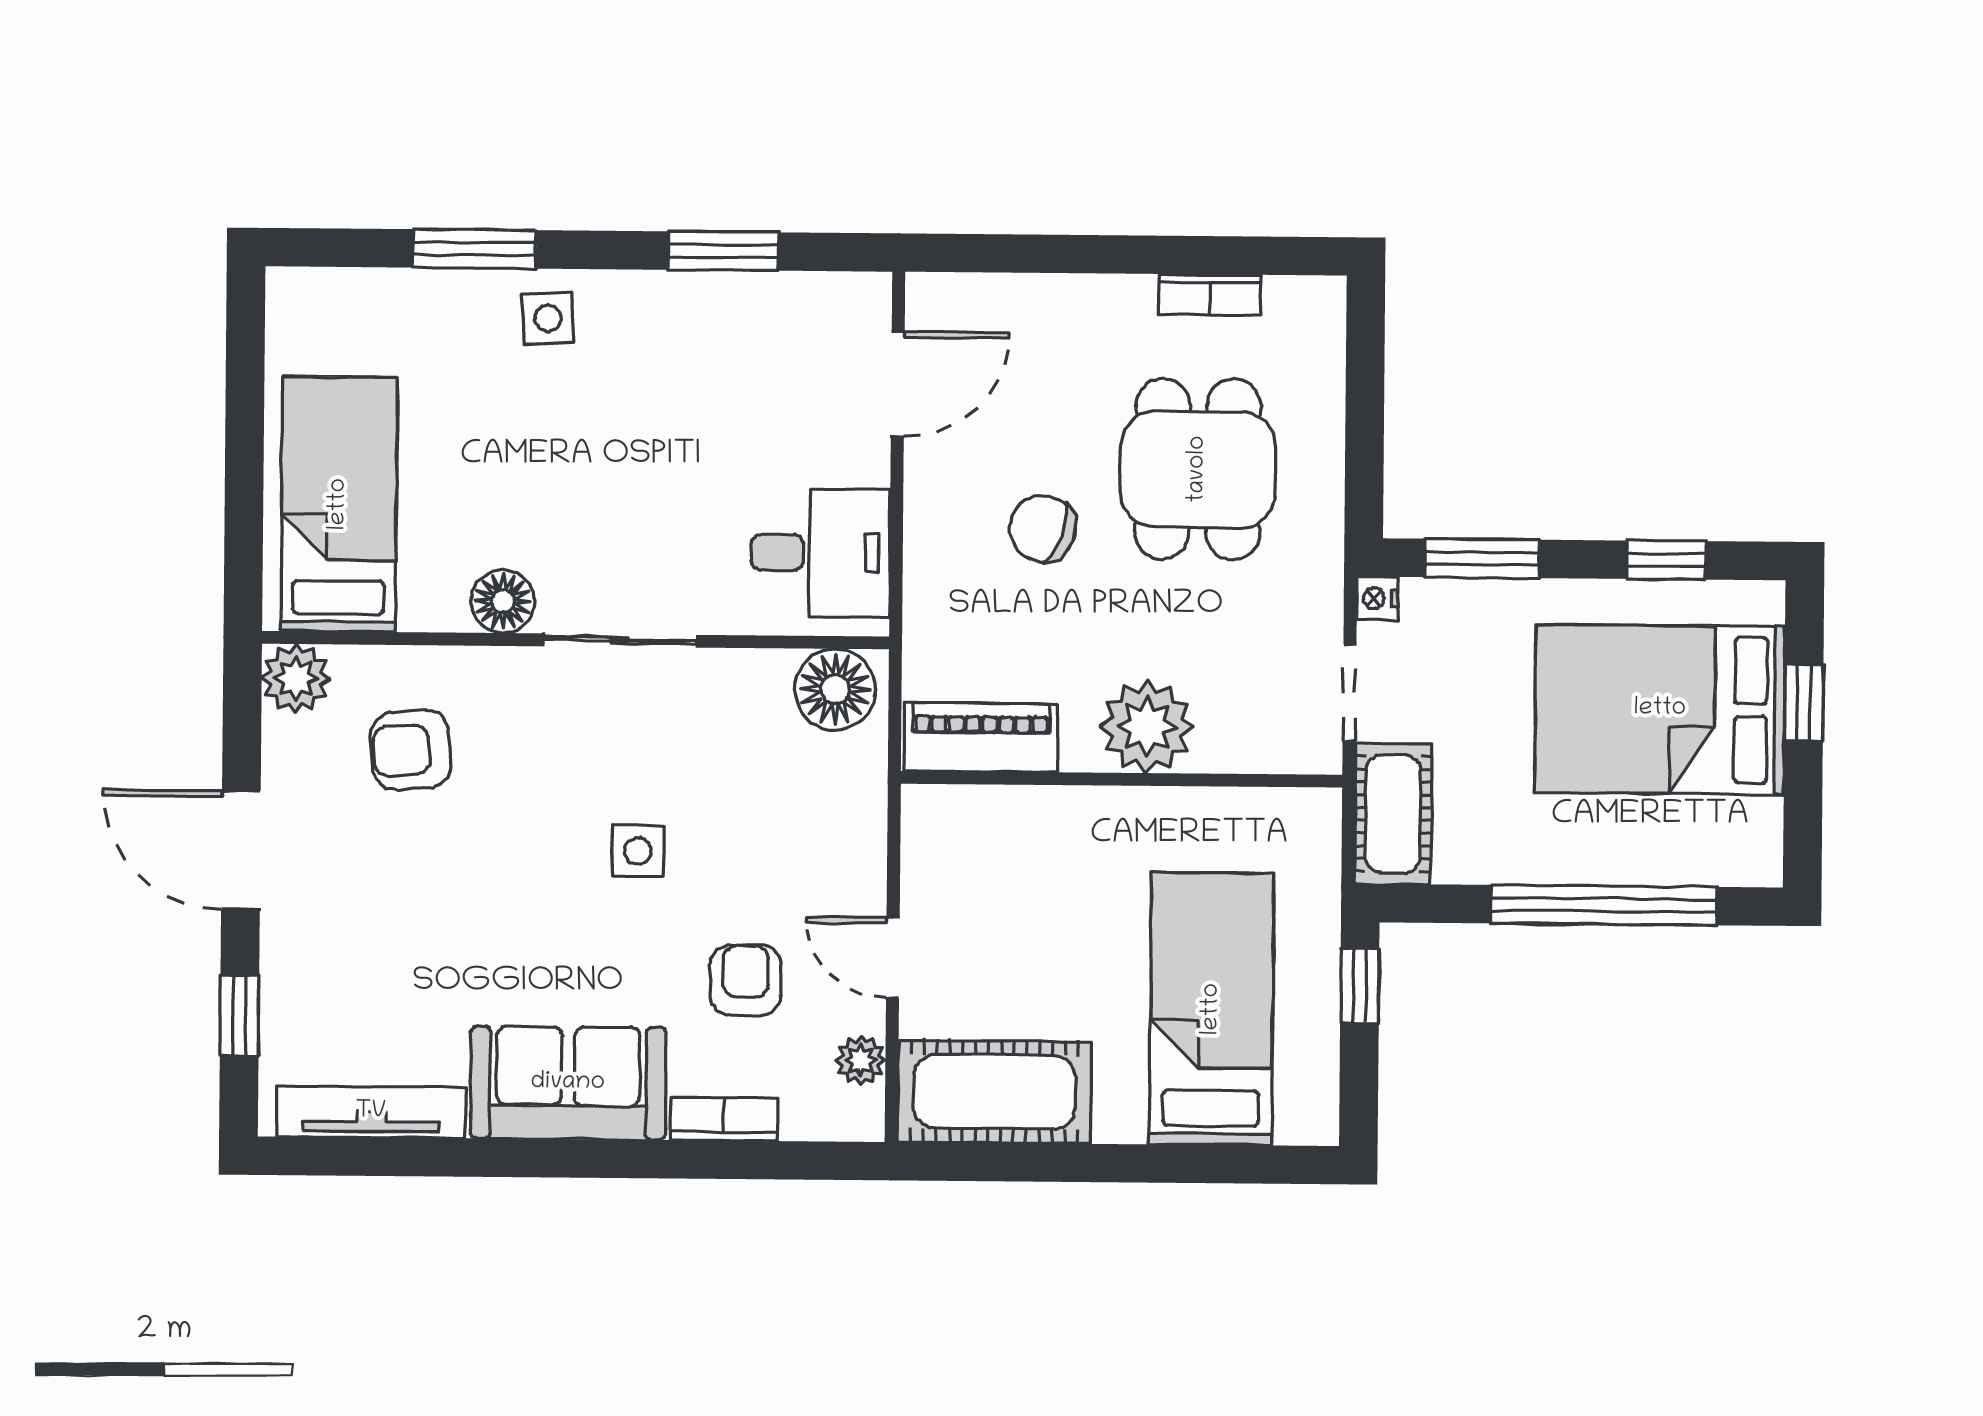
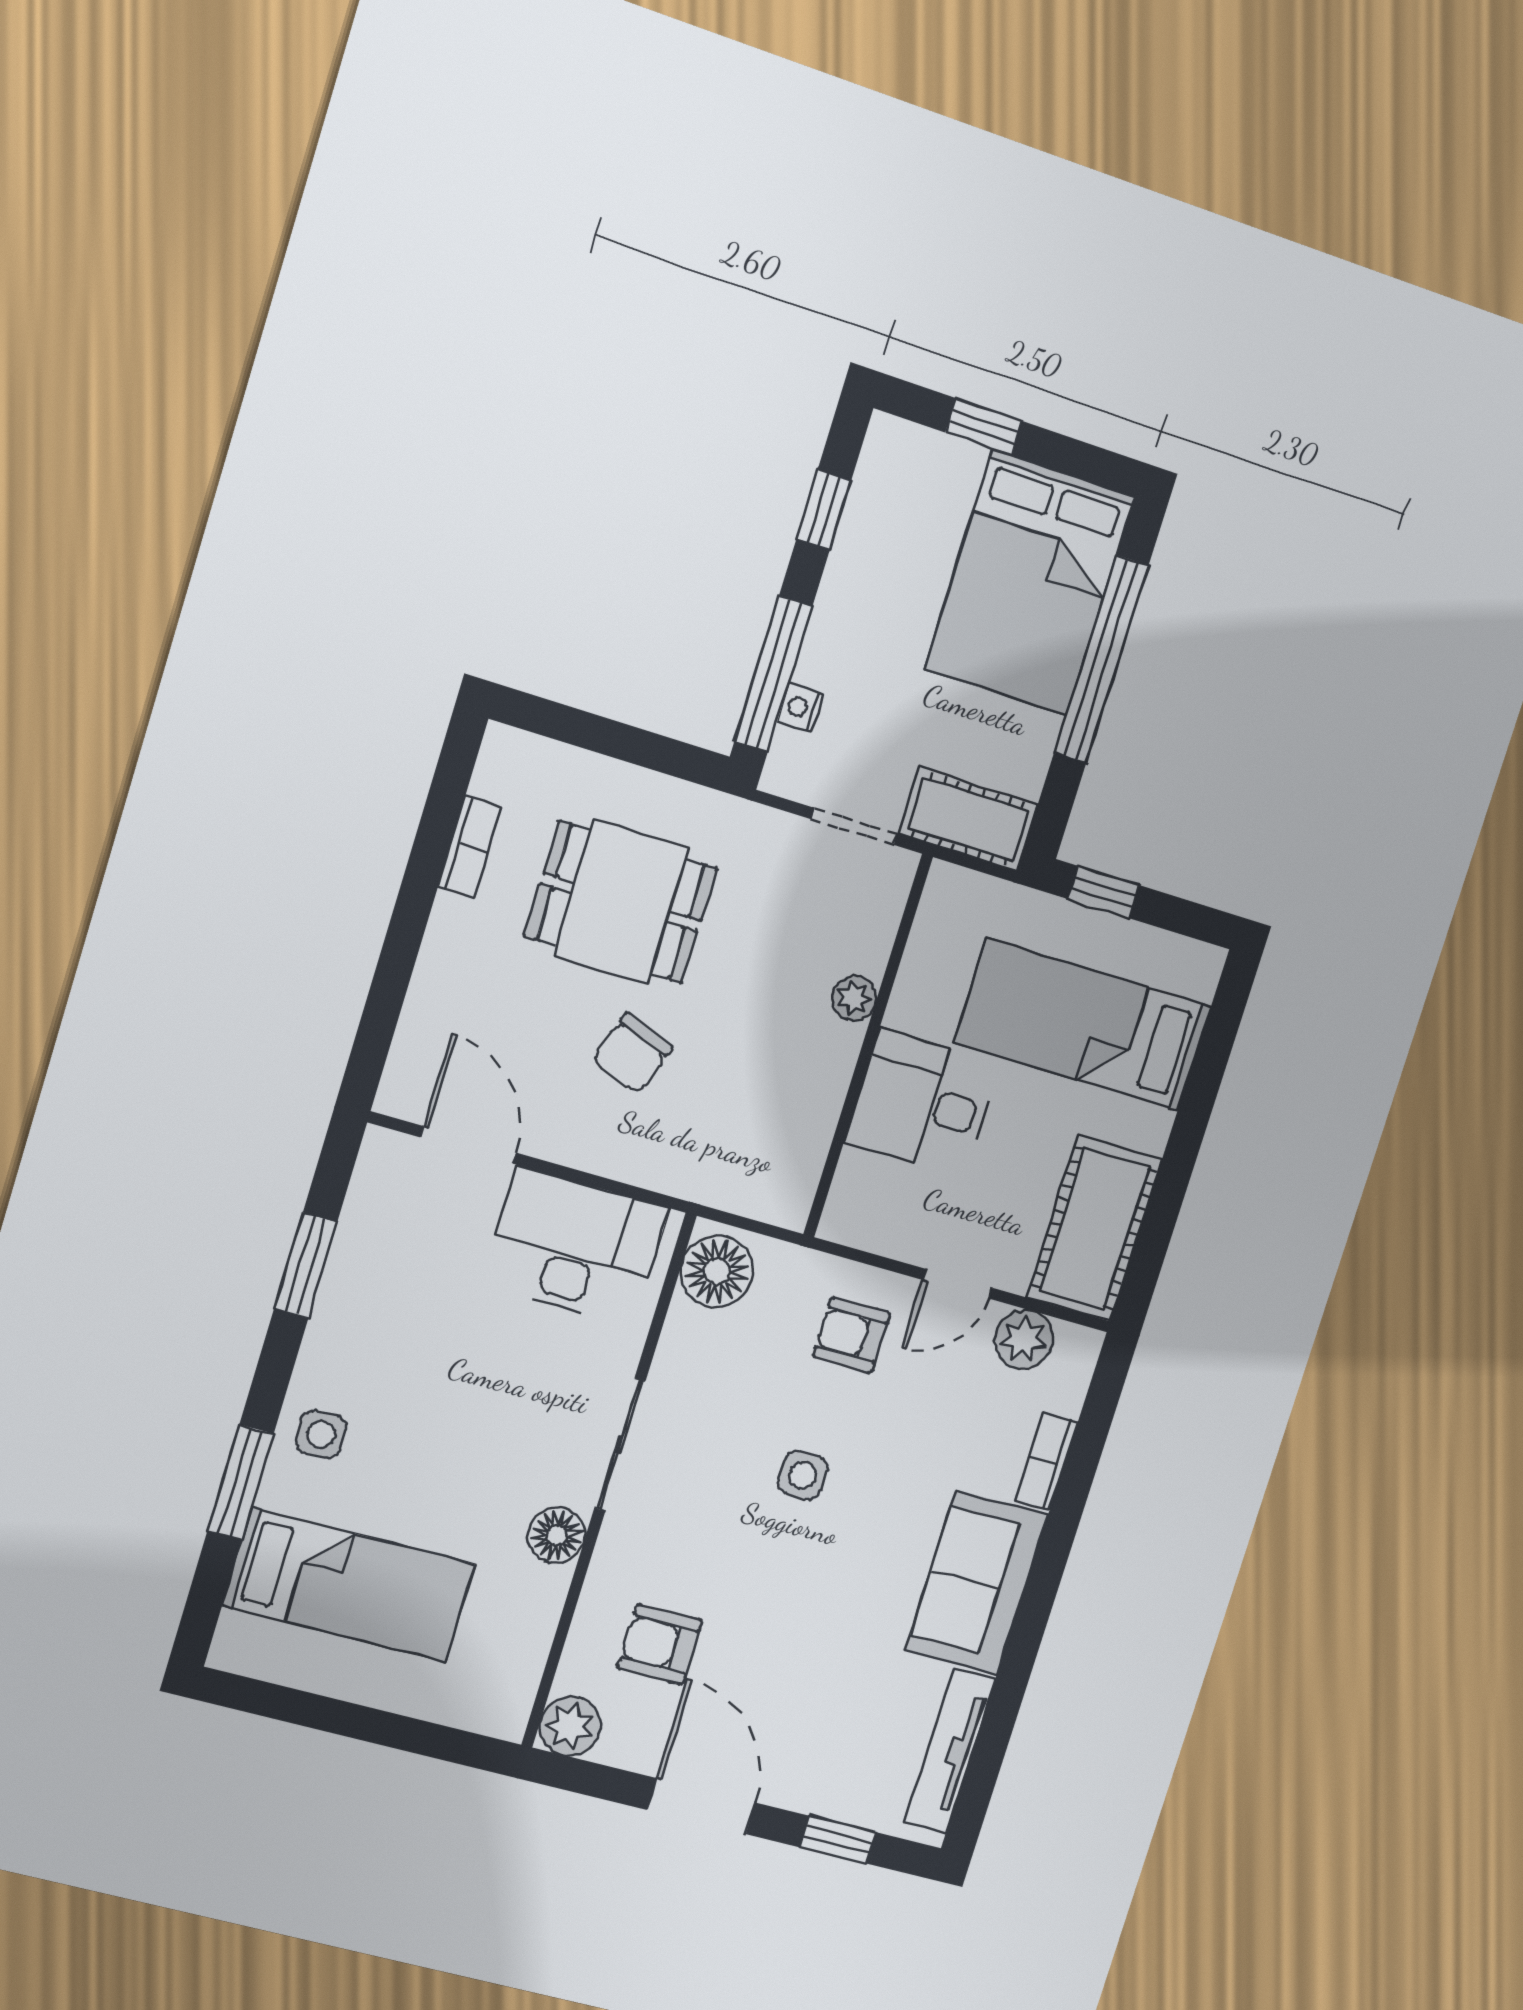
bed: (339, 504) -> (349, 1585), moved, turned 180
desk: (821, 553) -> (575, 1246), width x1.37
window: (1482, 558) -> (773, 674), width x1.44
nightstand: (1377, 598) -> (801, 708), moved, turned 90
bed: (1660, 709) -> (1030, 583), moved
plant: (1147, 727) -> (854, 998), width x0.53, depth x0.53
piano: (981, 738) -> (796, 1157), removed
armchair: (411, 750) -> (660, 1644), turned 94
door: (241, 850) -> (701, 1806), swing flipped
desk: (1078, 858) -> (922, 1103), added
armchair: (746, 980) -> (852, 1335), moved
plant: (861, 1060) -> (1024, 1339), width x1.38, depth x1.38

